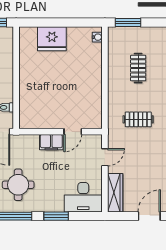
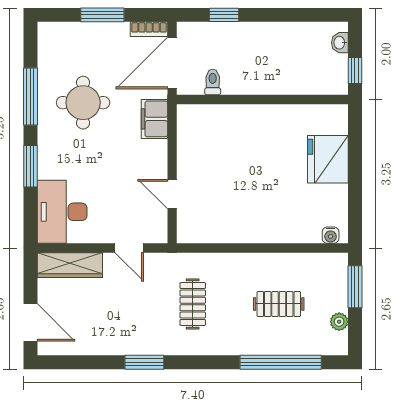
plant: (149, 32) -> (339, 322), added
filing cabinet: (51, 142) -> (154, 119), moved

